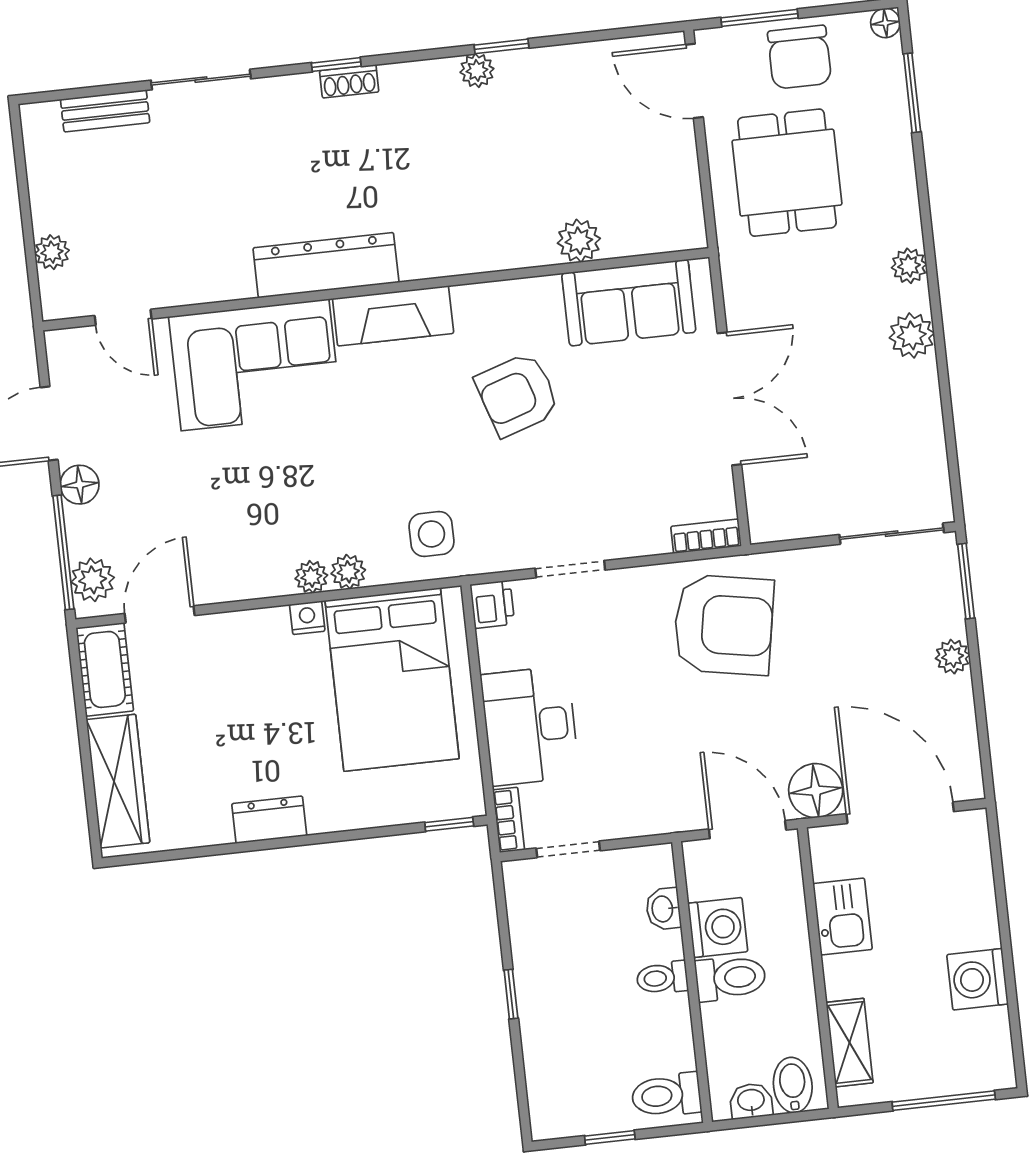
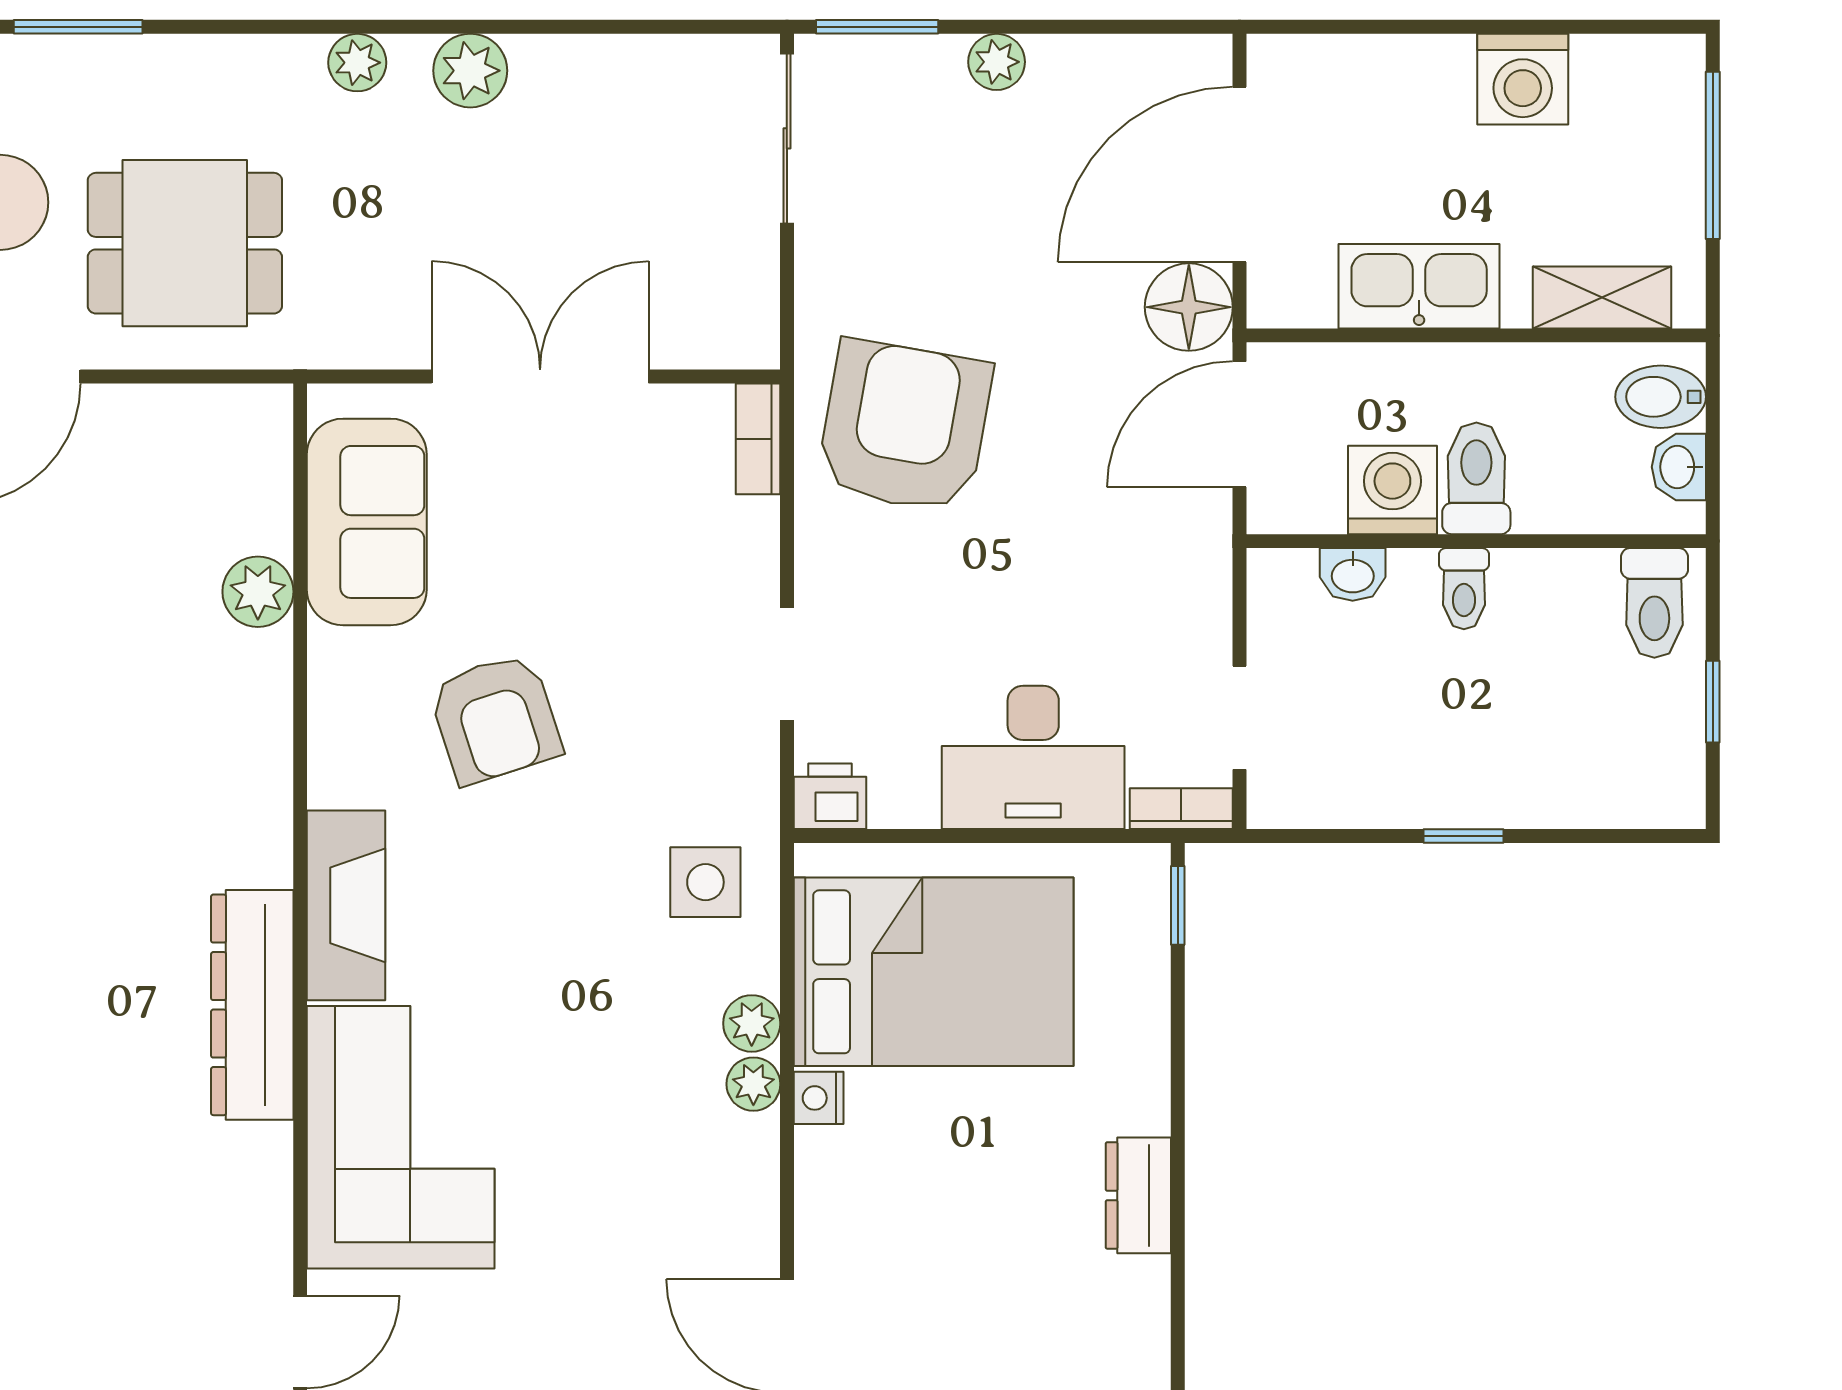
kitchen sink: (843, 917) -> (1419, 286), width x1.38

